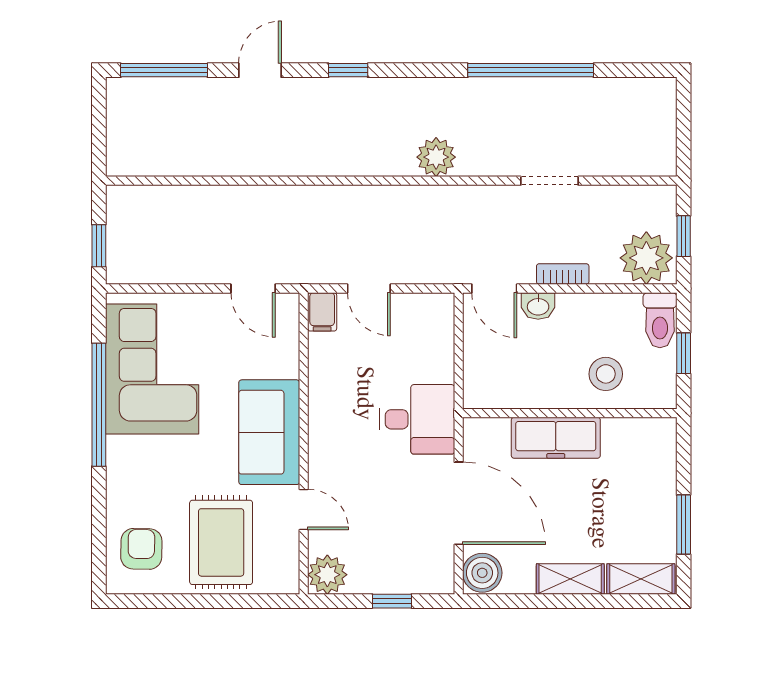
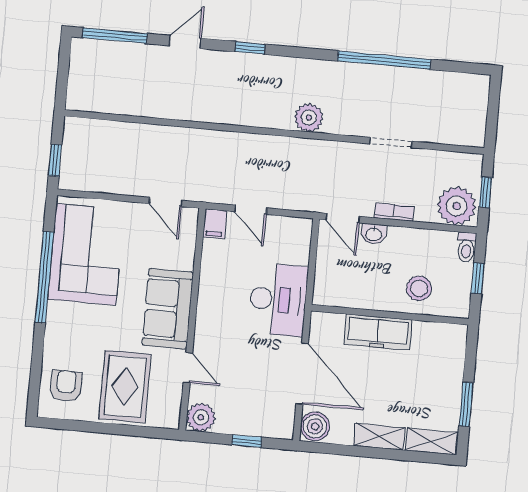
toilet: (660, 320) -> (466, 247), width x0.73, depth x0.72
desk: (417, 419) -> (278, 300), width x1.37

